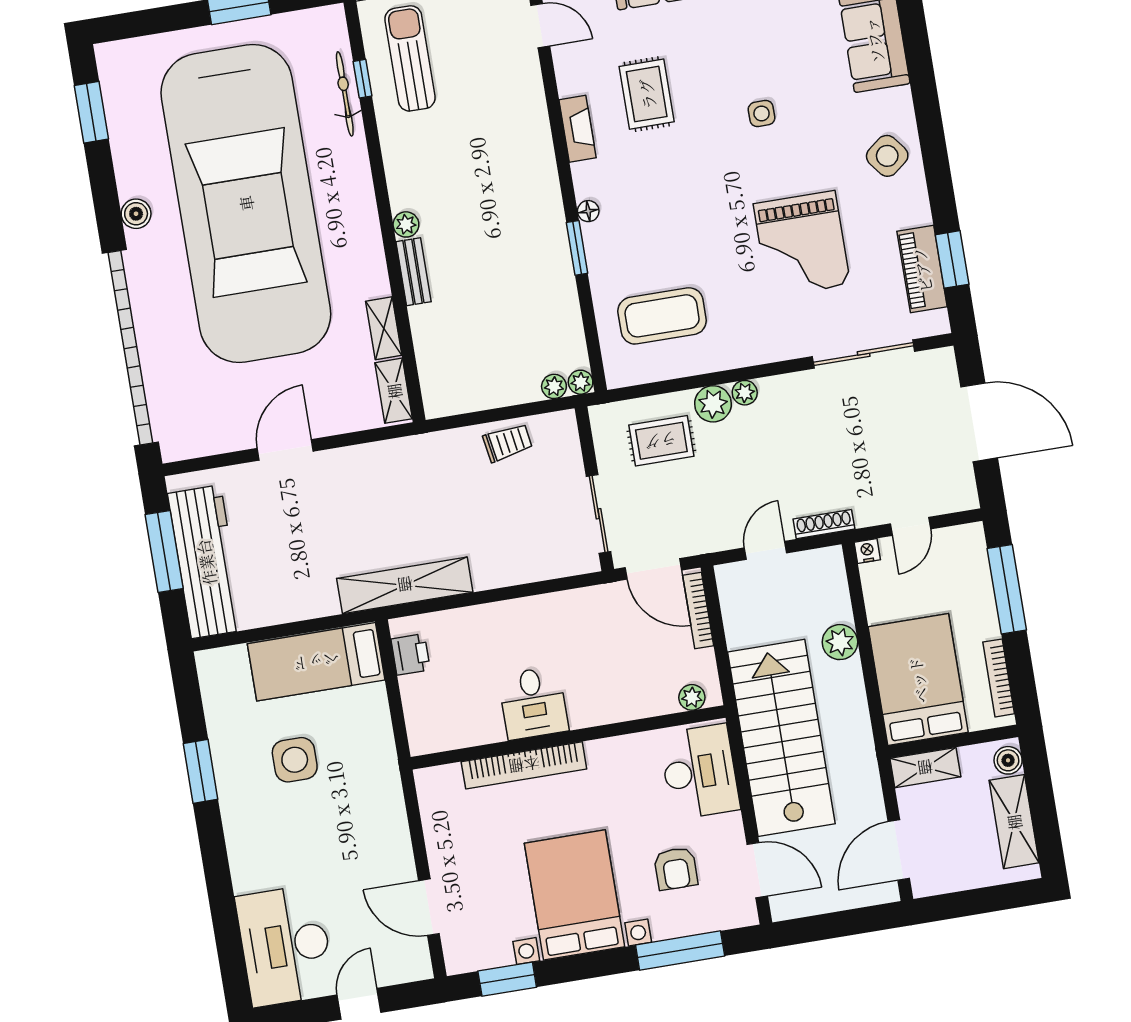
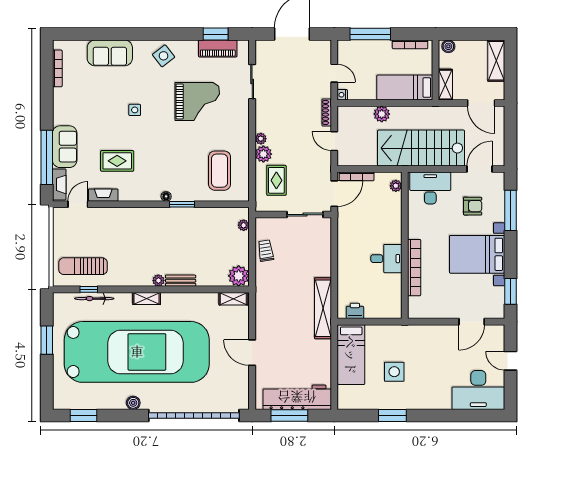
fireplace: (578, 129) -> (103, 195), moved
shelving: (384, 328) -> (147, 298), moved
sliding door: (864, 354) -> (252, 82), width x0.73
plant: (581, 382) -> (239, 276), moved, width x1.88, depth x1.88
bed: (918, 680) -> (405, 88), width x0.67
shelving: (1014, 822) -> (496, 61), moved, turned 90

